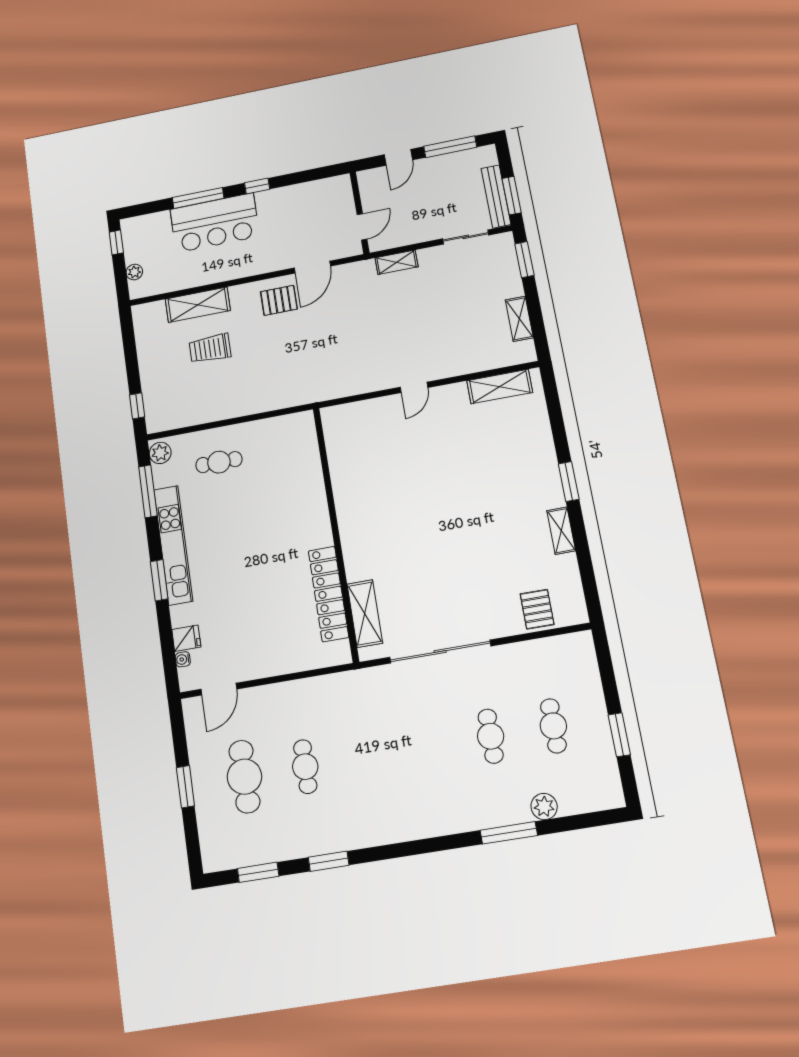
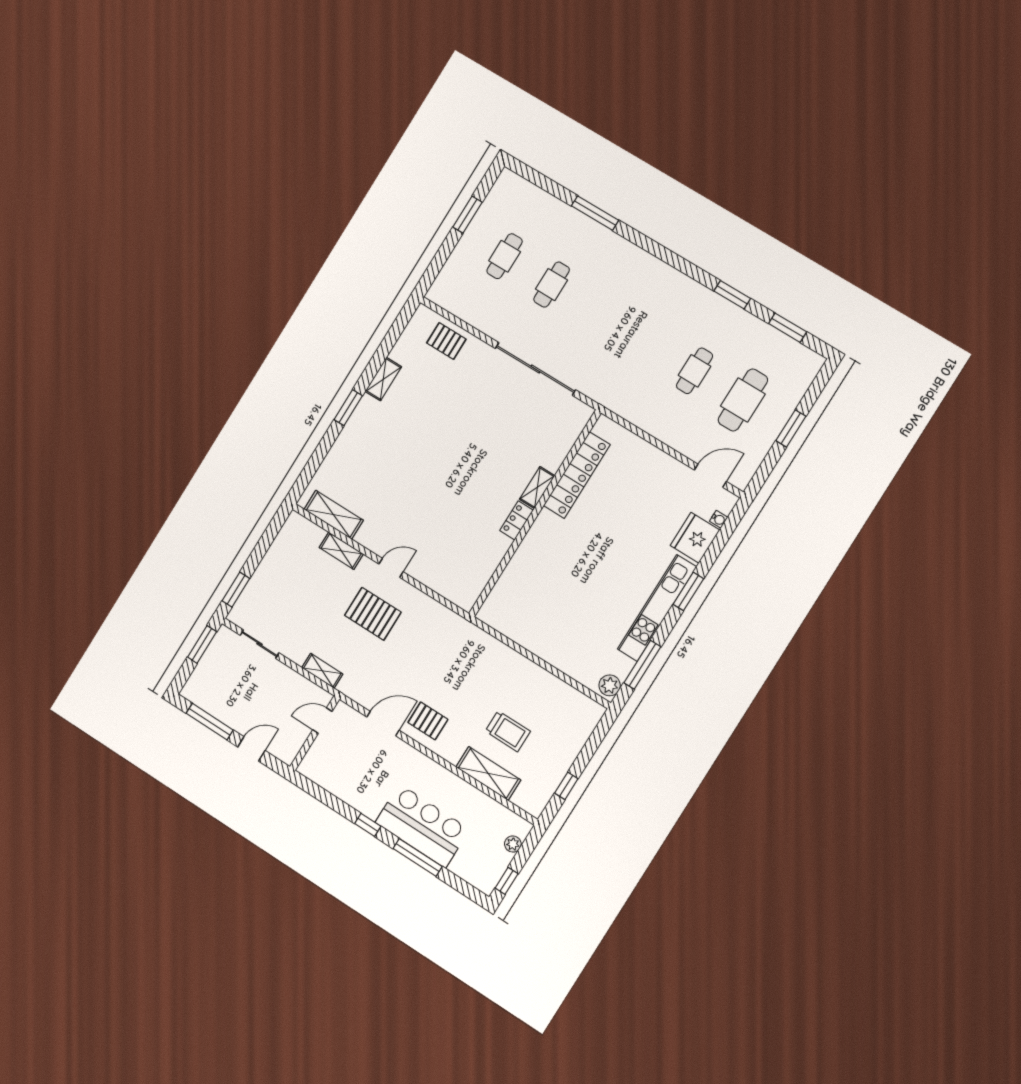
bench: (496, 196) -> (213, 654), removed
shelving: (519, 319) -> (341, 551), moved, turned 90
pallet: (396, 340) -> (373, 614), added
window: (137, 406) -> (566, 786), moved
cafe table: (219, 462) -> (573, 639), removed
locker: (346, 514) -> (516, 520), added
pallet: (537, 609) -> (446, 341), turned 90
shelving: (365, 614) -> (537, 487), moved, width x0.67, depth x0.75
fridge: (186, 638) -> (695, 538), width x1.88, depth x1.34
plant: (544, 807) -> (557, 210), removed

